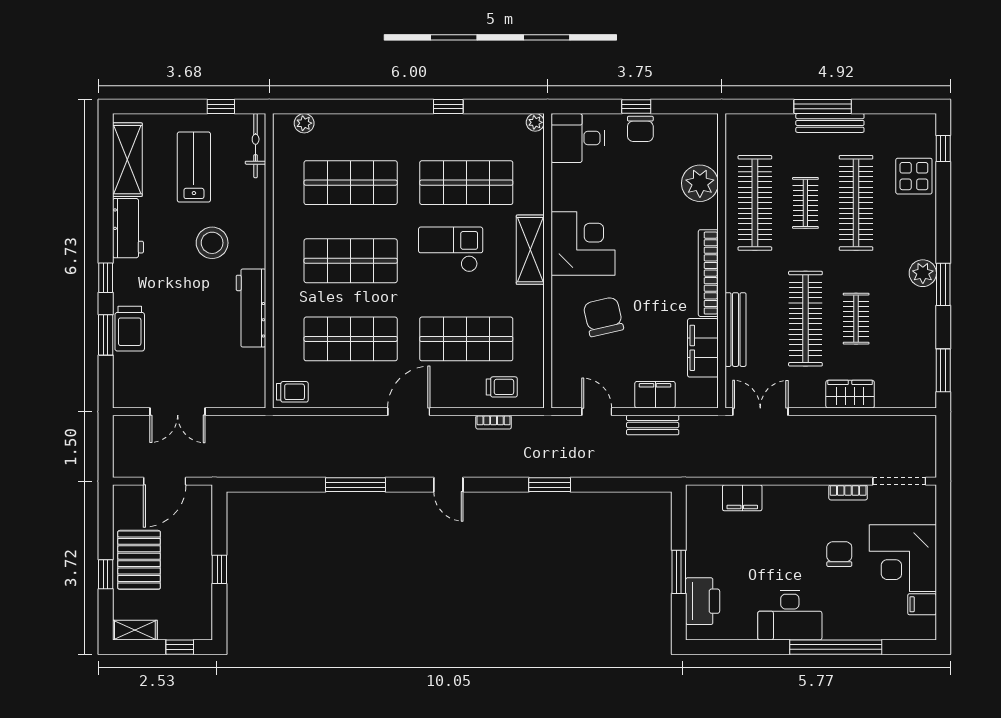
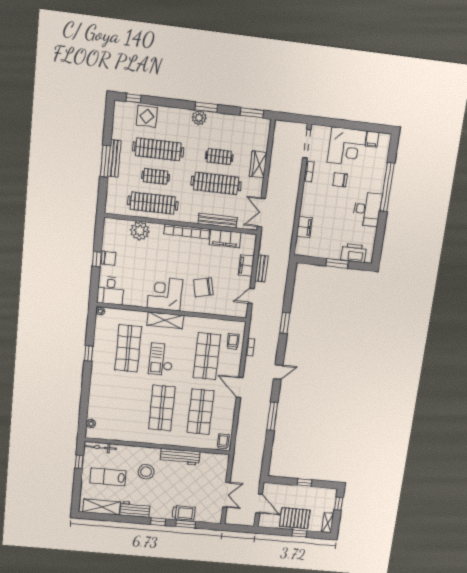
shop shelf: (351, 183) -> (123, 404), removed

